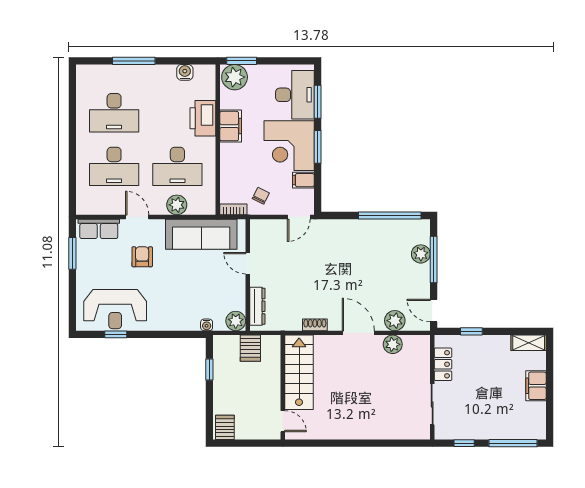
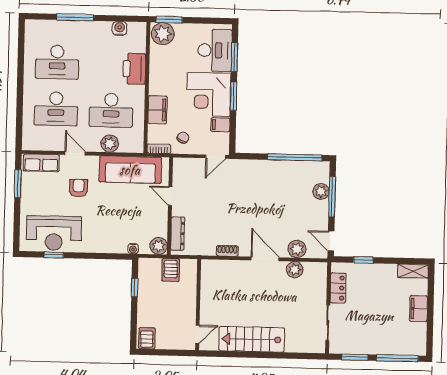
filing cabinet: (231, 126) -> (157, 110), moved
stairs: (299, 372) -> (252, 339), moved, turned -90
door: (283, 421) -> (197, 334), hinge flipped
window: (464, 443) -> (355, 357), width x1.50

